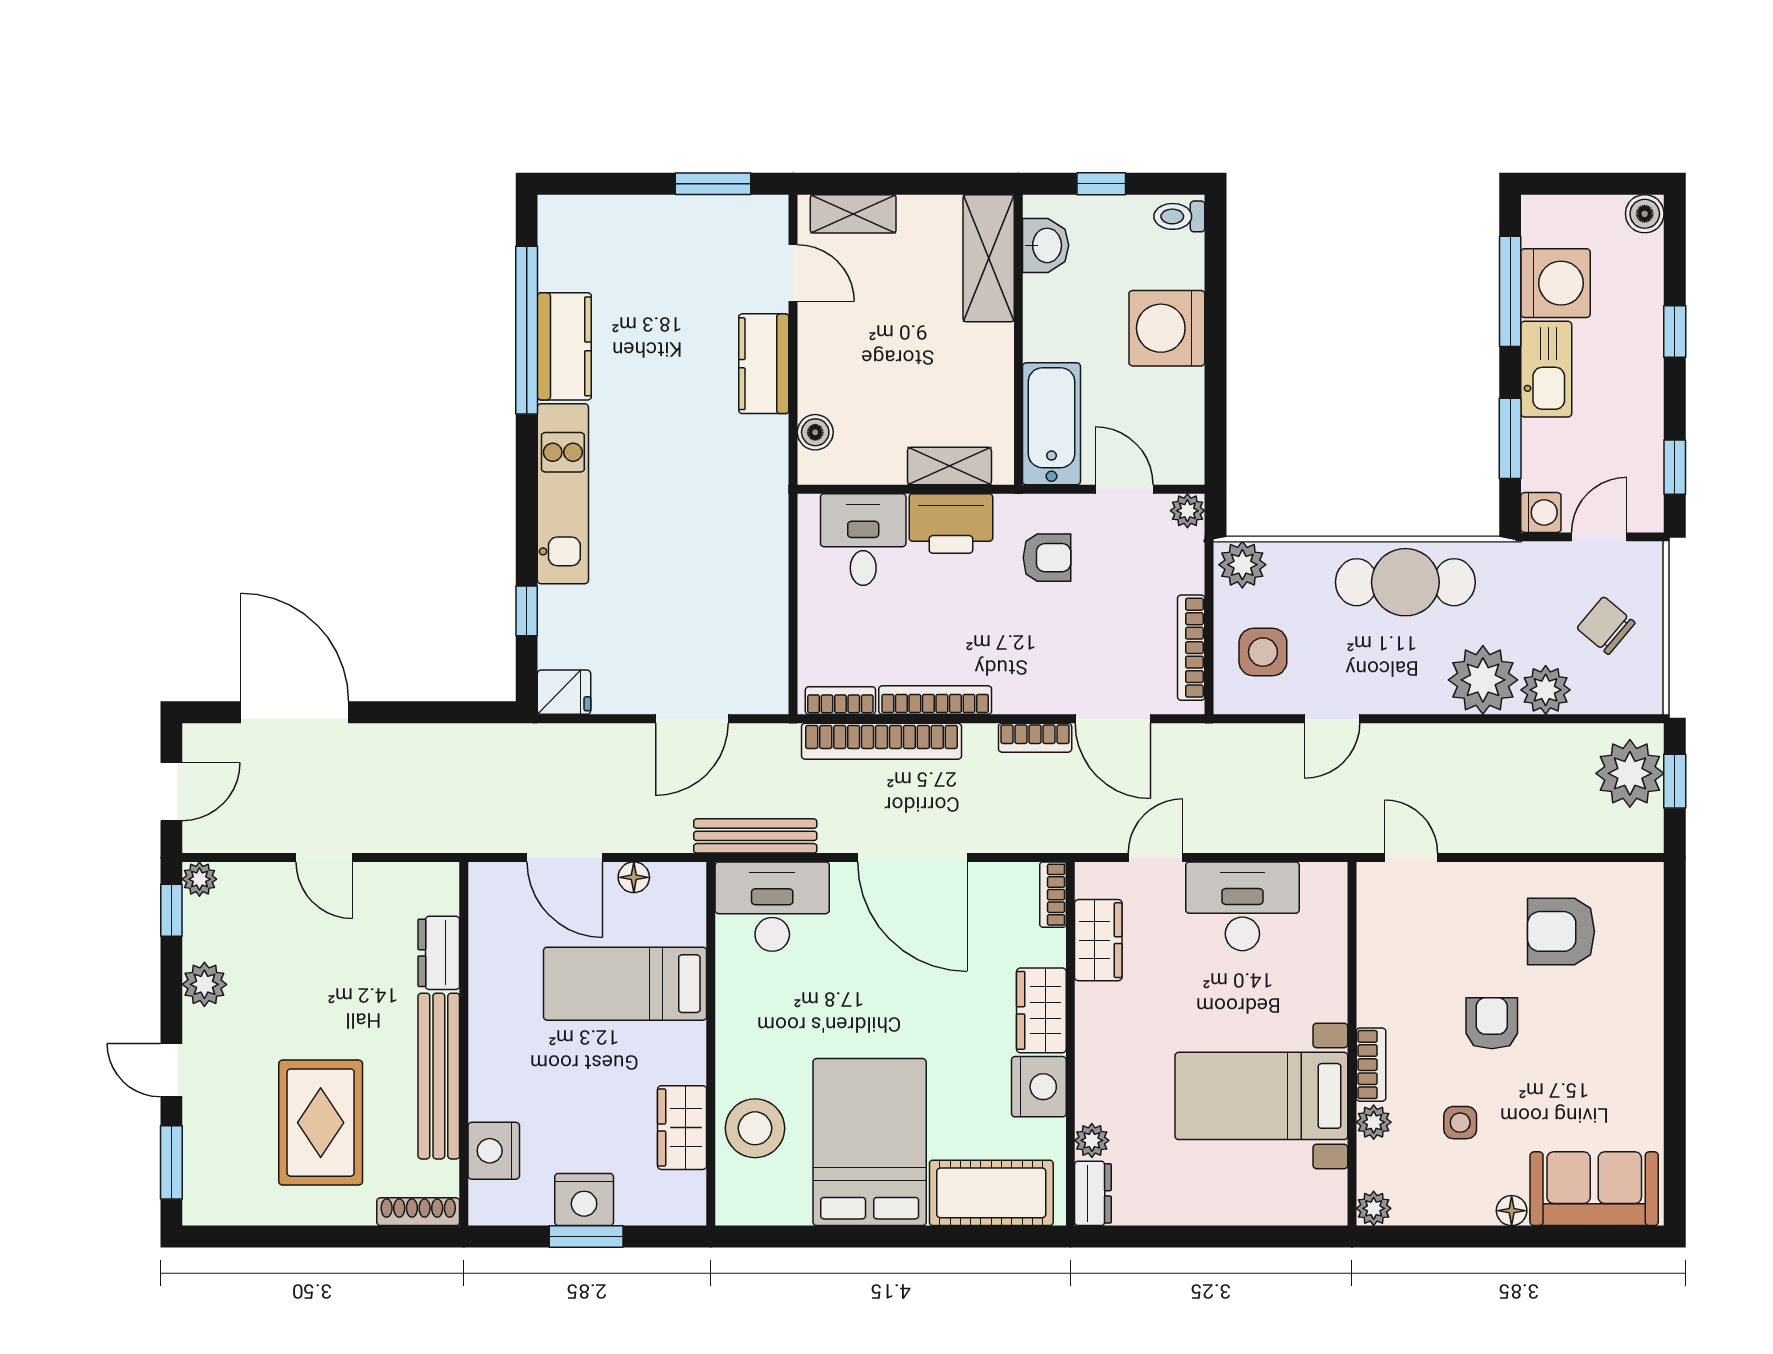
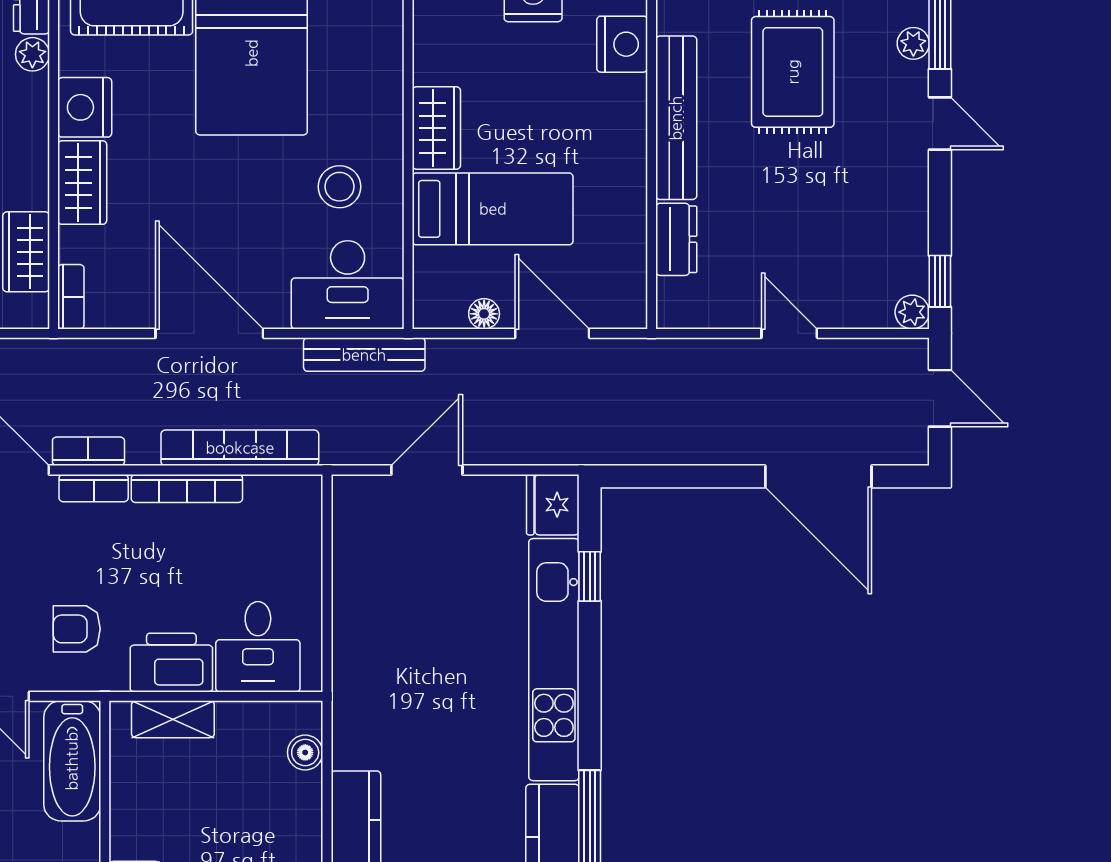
kitchen unit: (563, 494) -> (554, 660), width x1.36
fridge: (564, 692) -> (553, 505), width x1.38
bookcase: (840, 701) -> (94, 488), moved
door: (171, 792) -> (940, 398), swing flipped
plant: (204, 984) -> (913, 43), moved, width x0.73, depth x0.73
wardrobe: (682, 1128) -> (436, 128), moved
stool: (755, 1128) -> (339, 187), moved, width x0.73, depth x0.73

